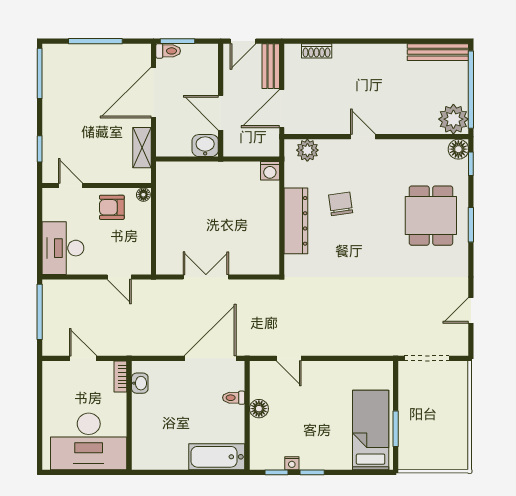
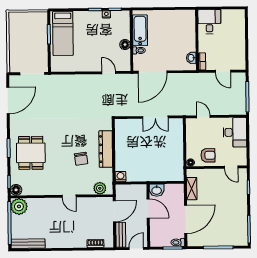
door: (471, 310) -> (8, 100), width x1.88
desk: (89, 441) -> (209, 22), width x0.53, depth x0.77
bathtub: (217, 457) -> (140, 30), moved, turned -90

